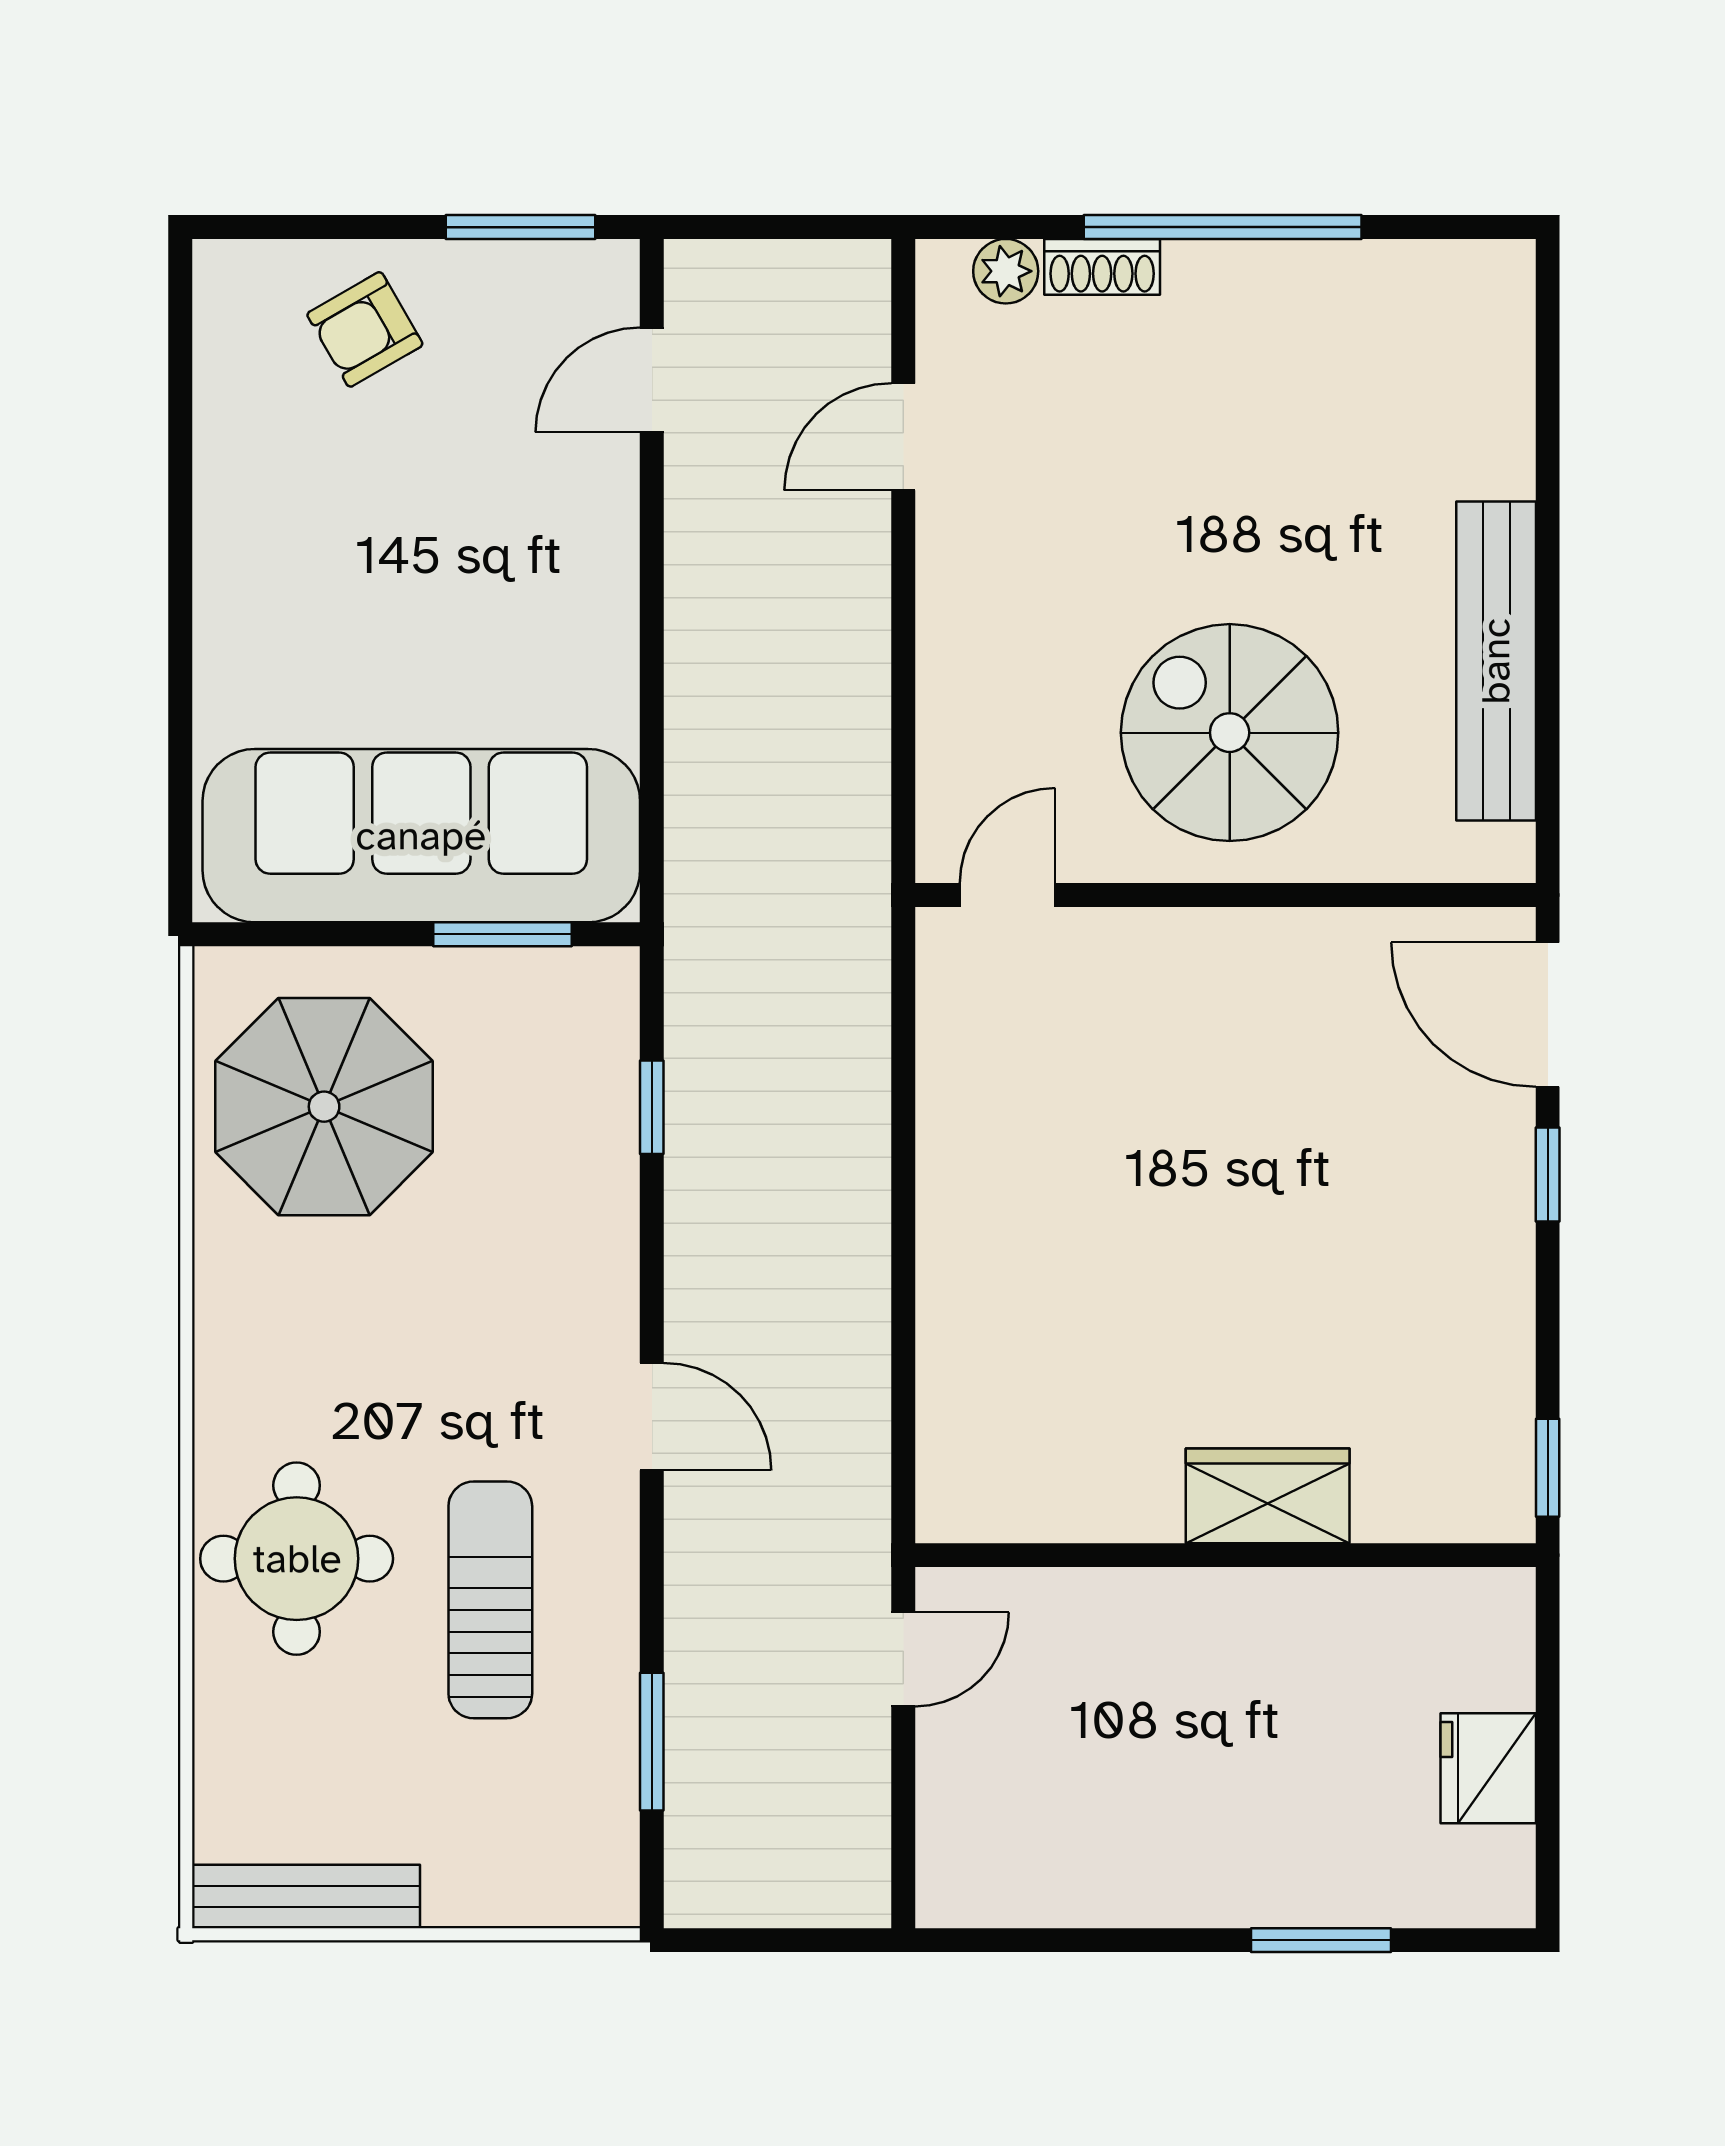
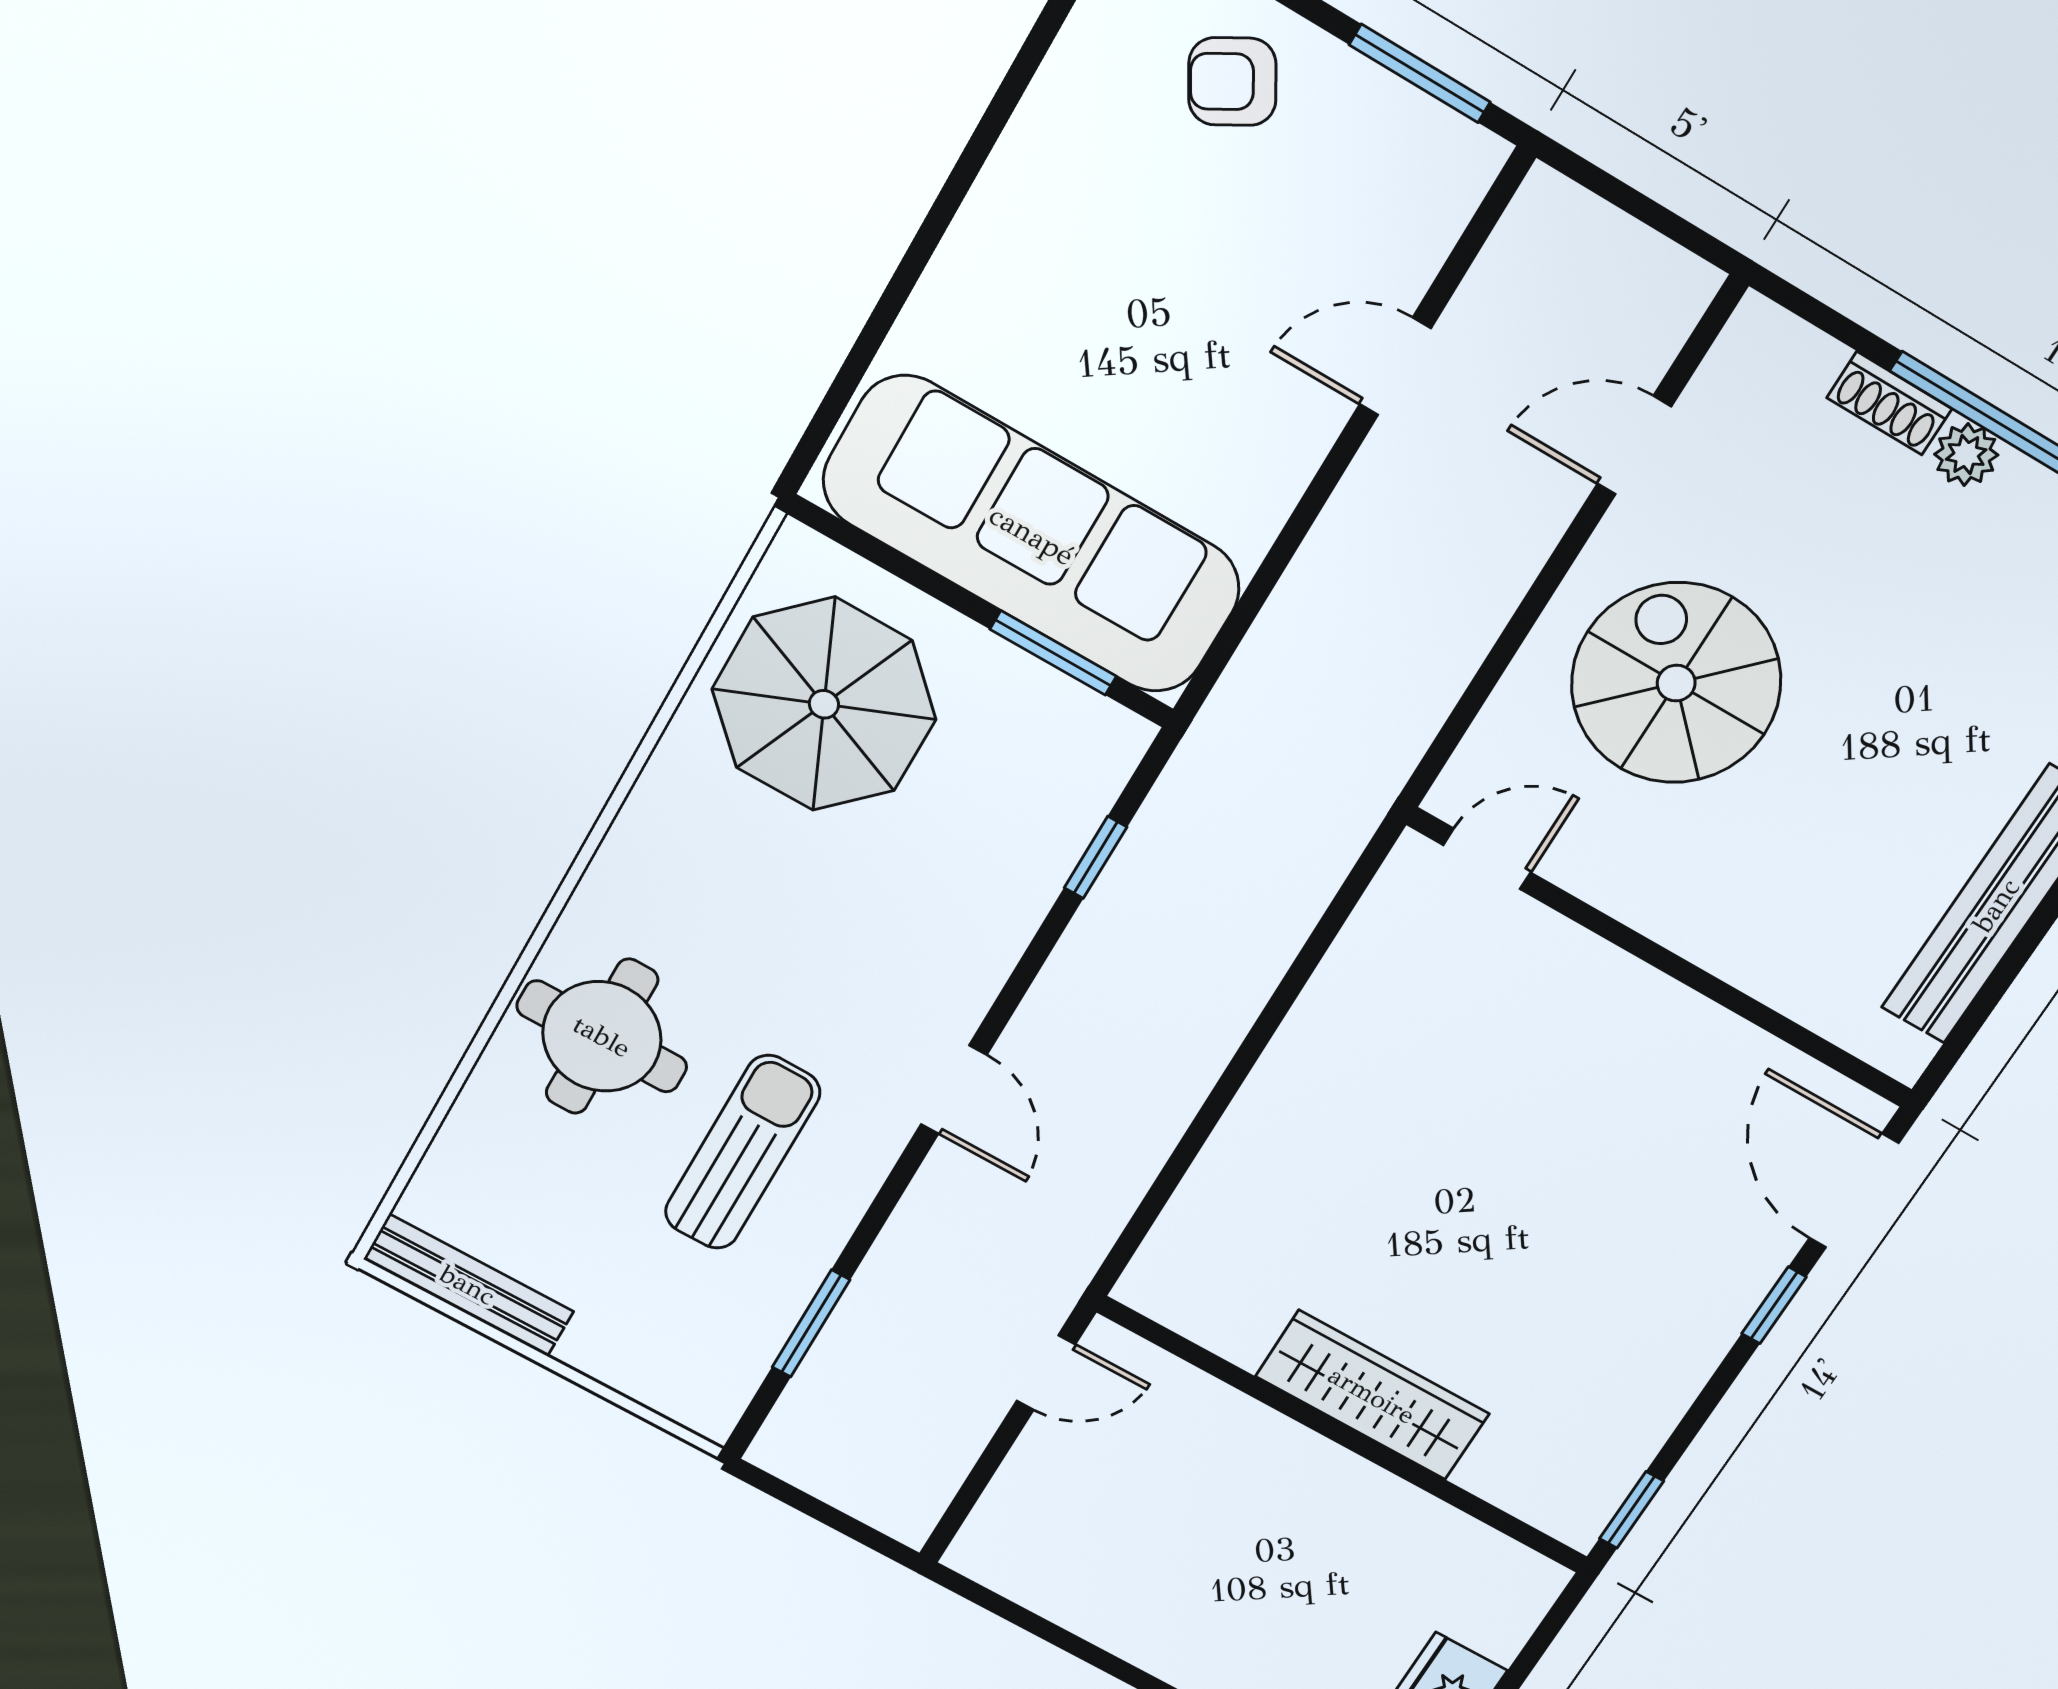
plant: (1006, 271) -> (1966, 455), moved
door: (652, 380) -> (1395, 366), moved
spiral stairs: (1230, 733) -> (1676, 683), moved
wardrobe: (1268, 1496) -> (1372, 1395), width x1.50

